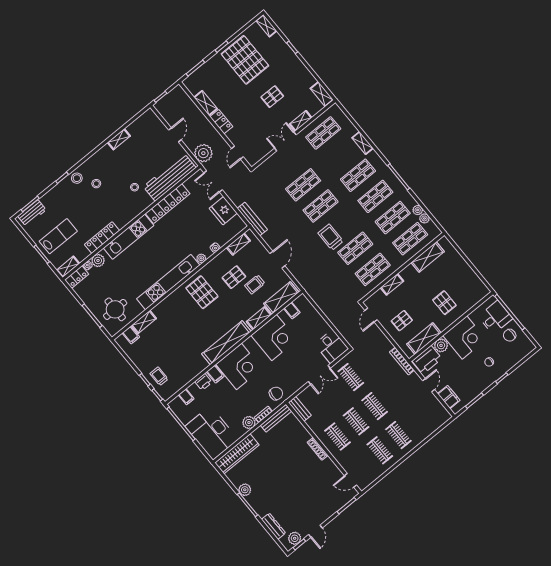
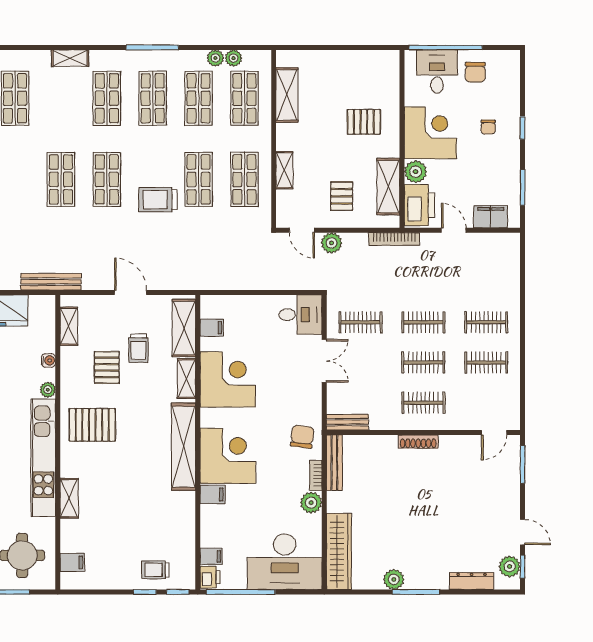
shelving: (144, 322) -> (69, 498), moved
plant: (376, 334) -> (332, 243), added
printer: (203, 382) -> (210, 577), moved

